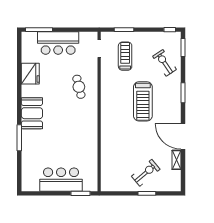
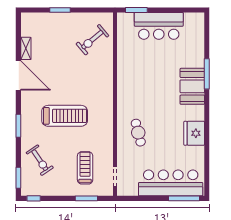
bar counter: (58, 43) -> (171, 183), width x1.36
treadmill: (125, 56) -> (85, 168), turned 180
fridge: (30, 74) -> (194, 133), moved
treadmill: (143, 101) -> (65, 116), turned 90
booth: (32, 113) -> (192, 86), moved
exercise bike: (146, 173) -> (92, 40), moved

